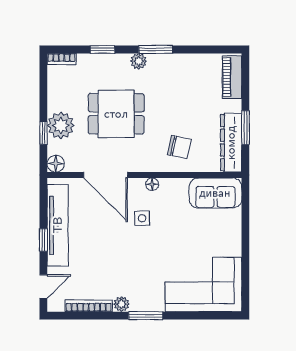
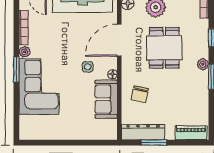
sofa: (215, 193) -> (106, 99), moved
corner sofa: (203, 285) -> (39, 86), moved

